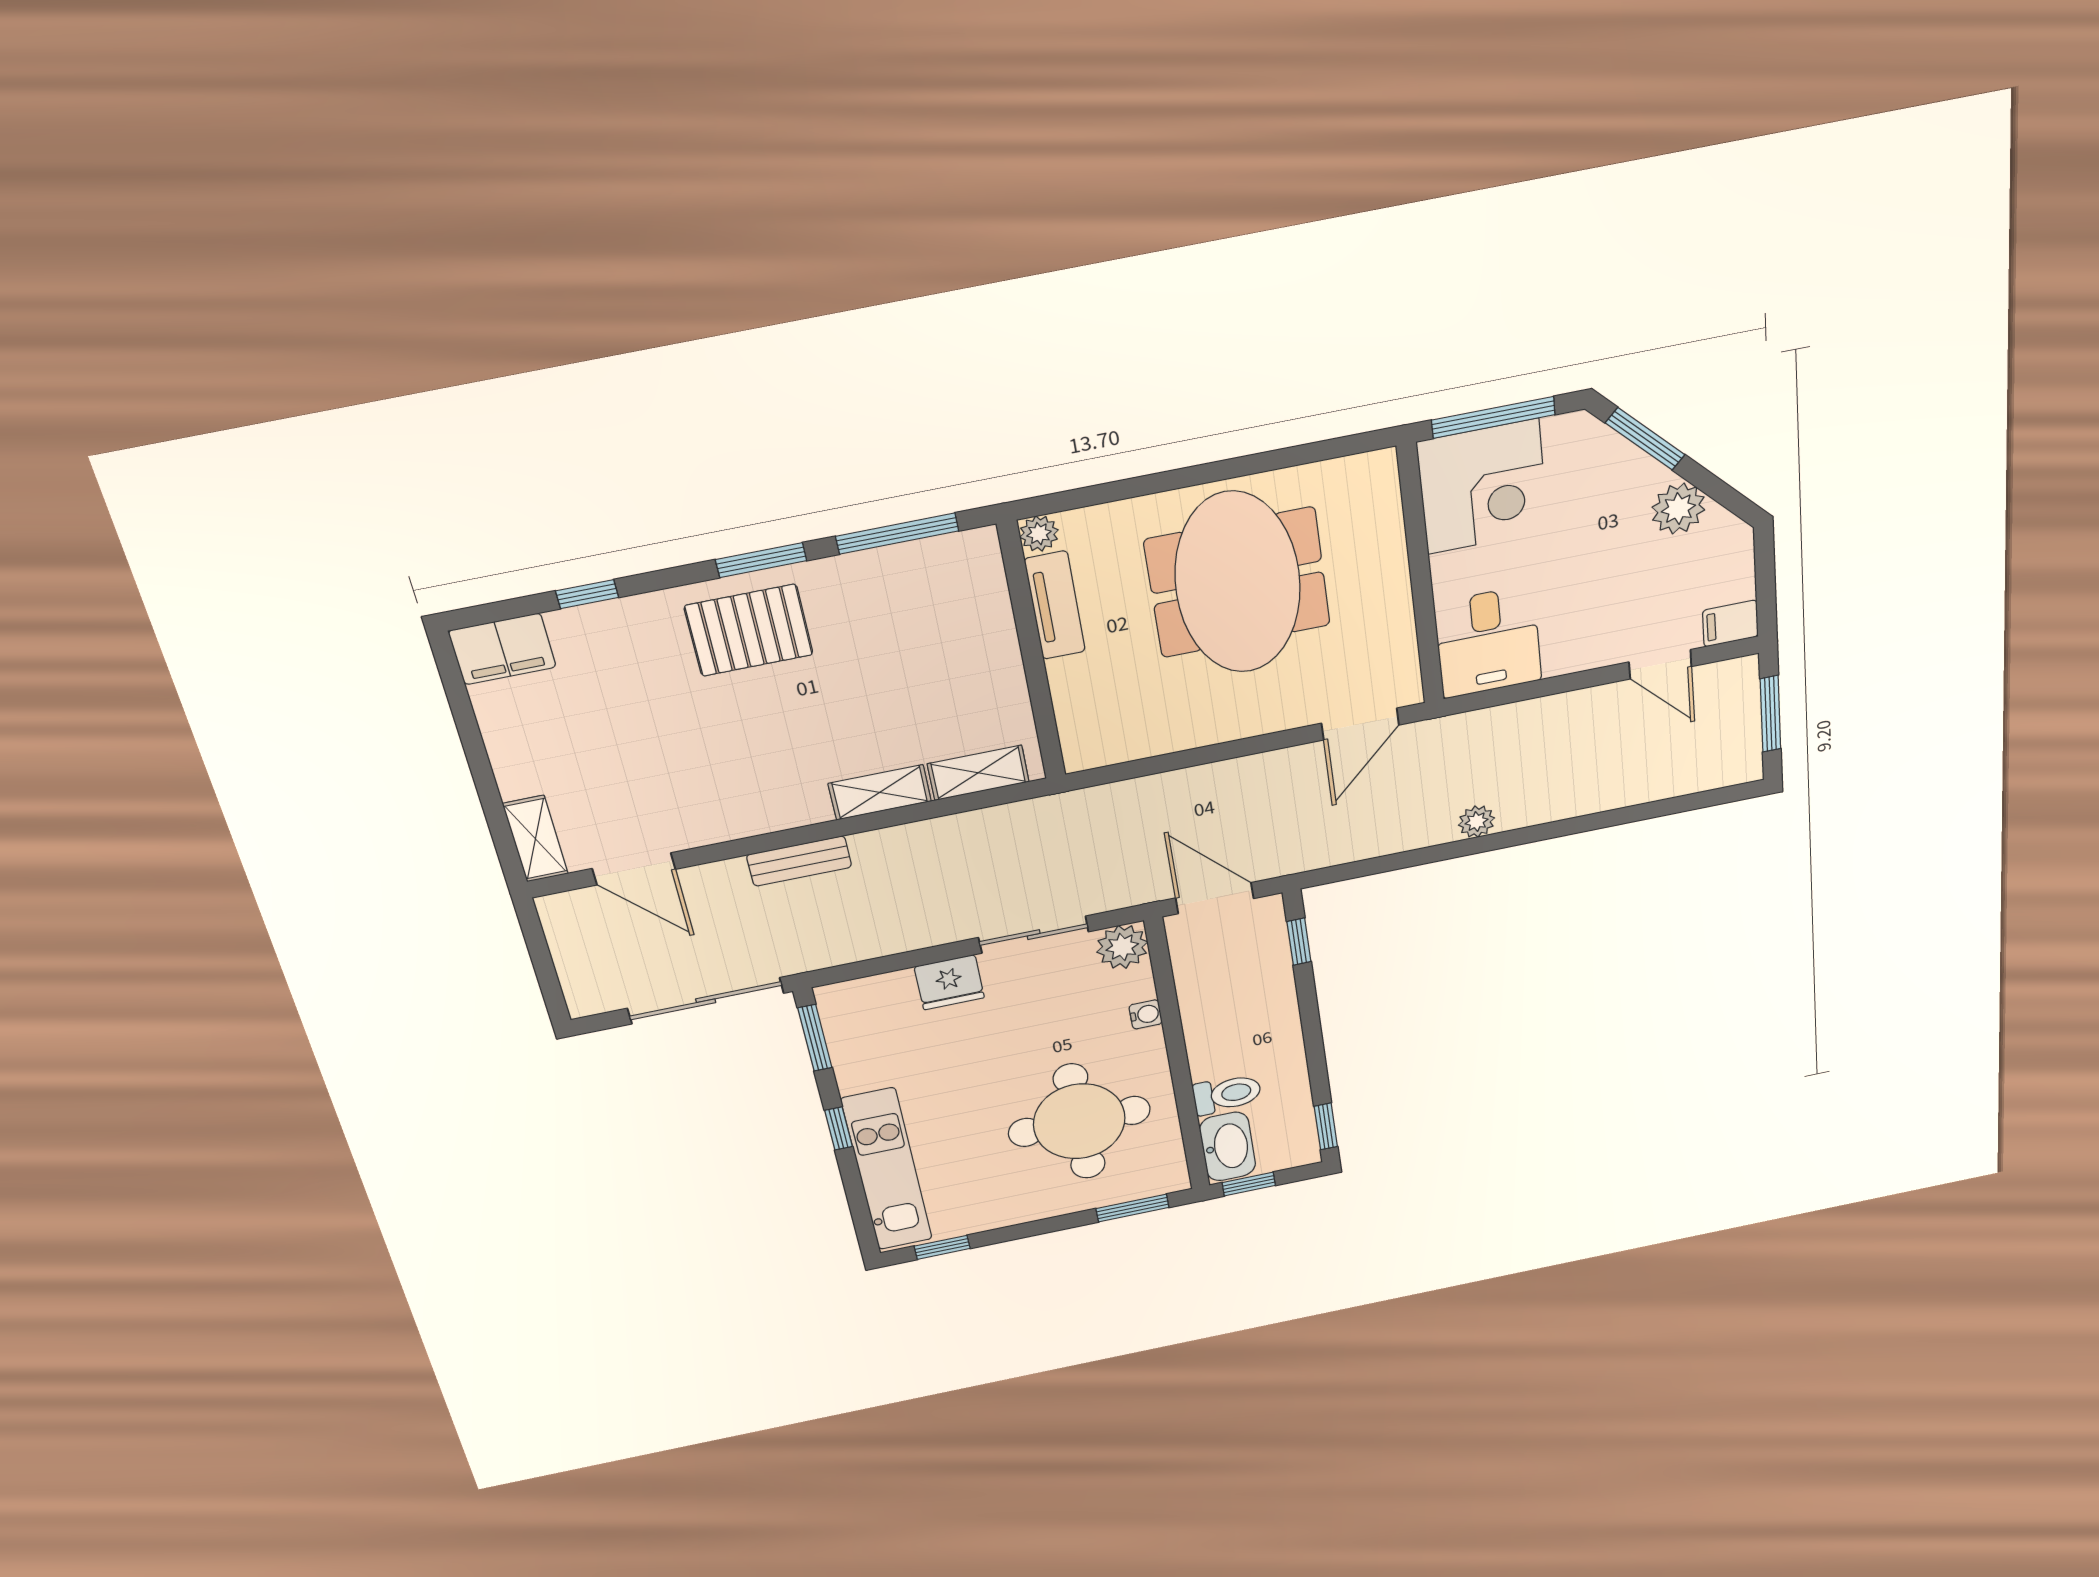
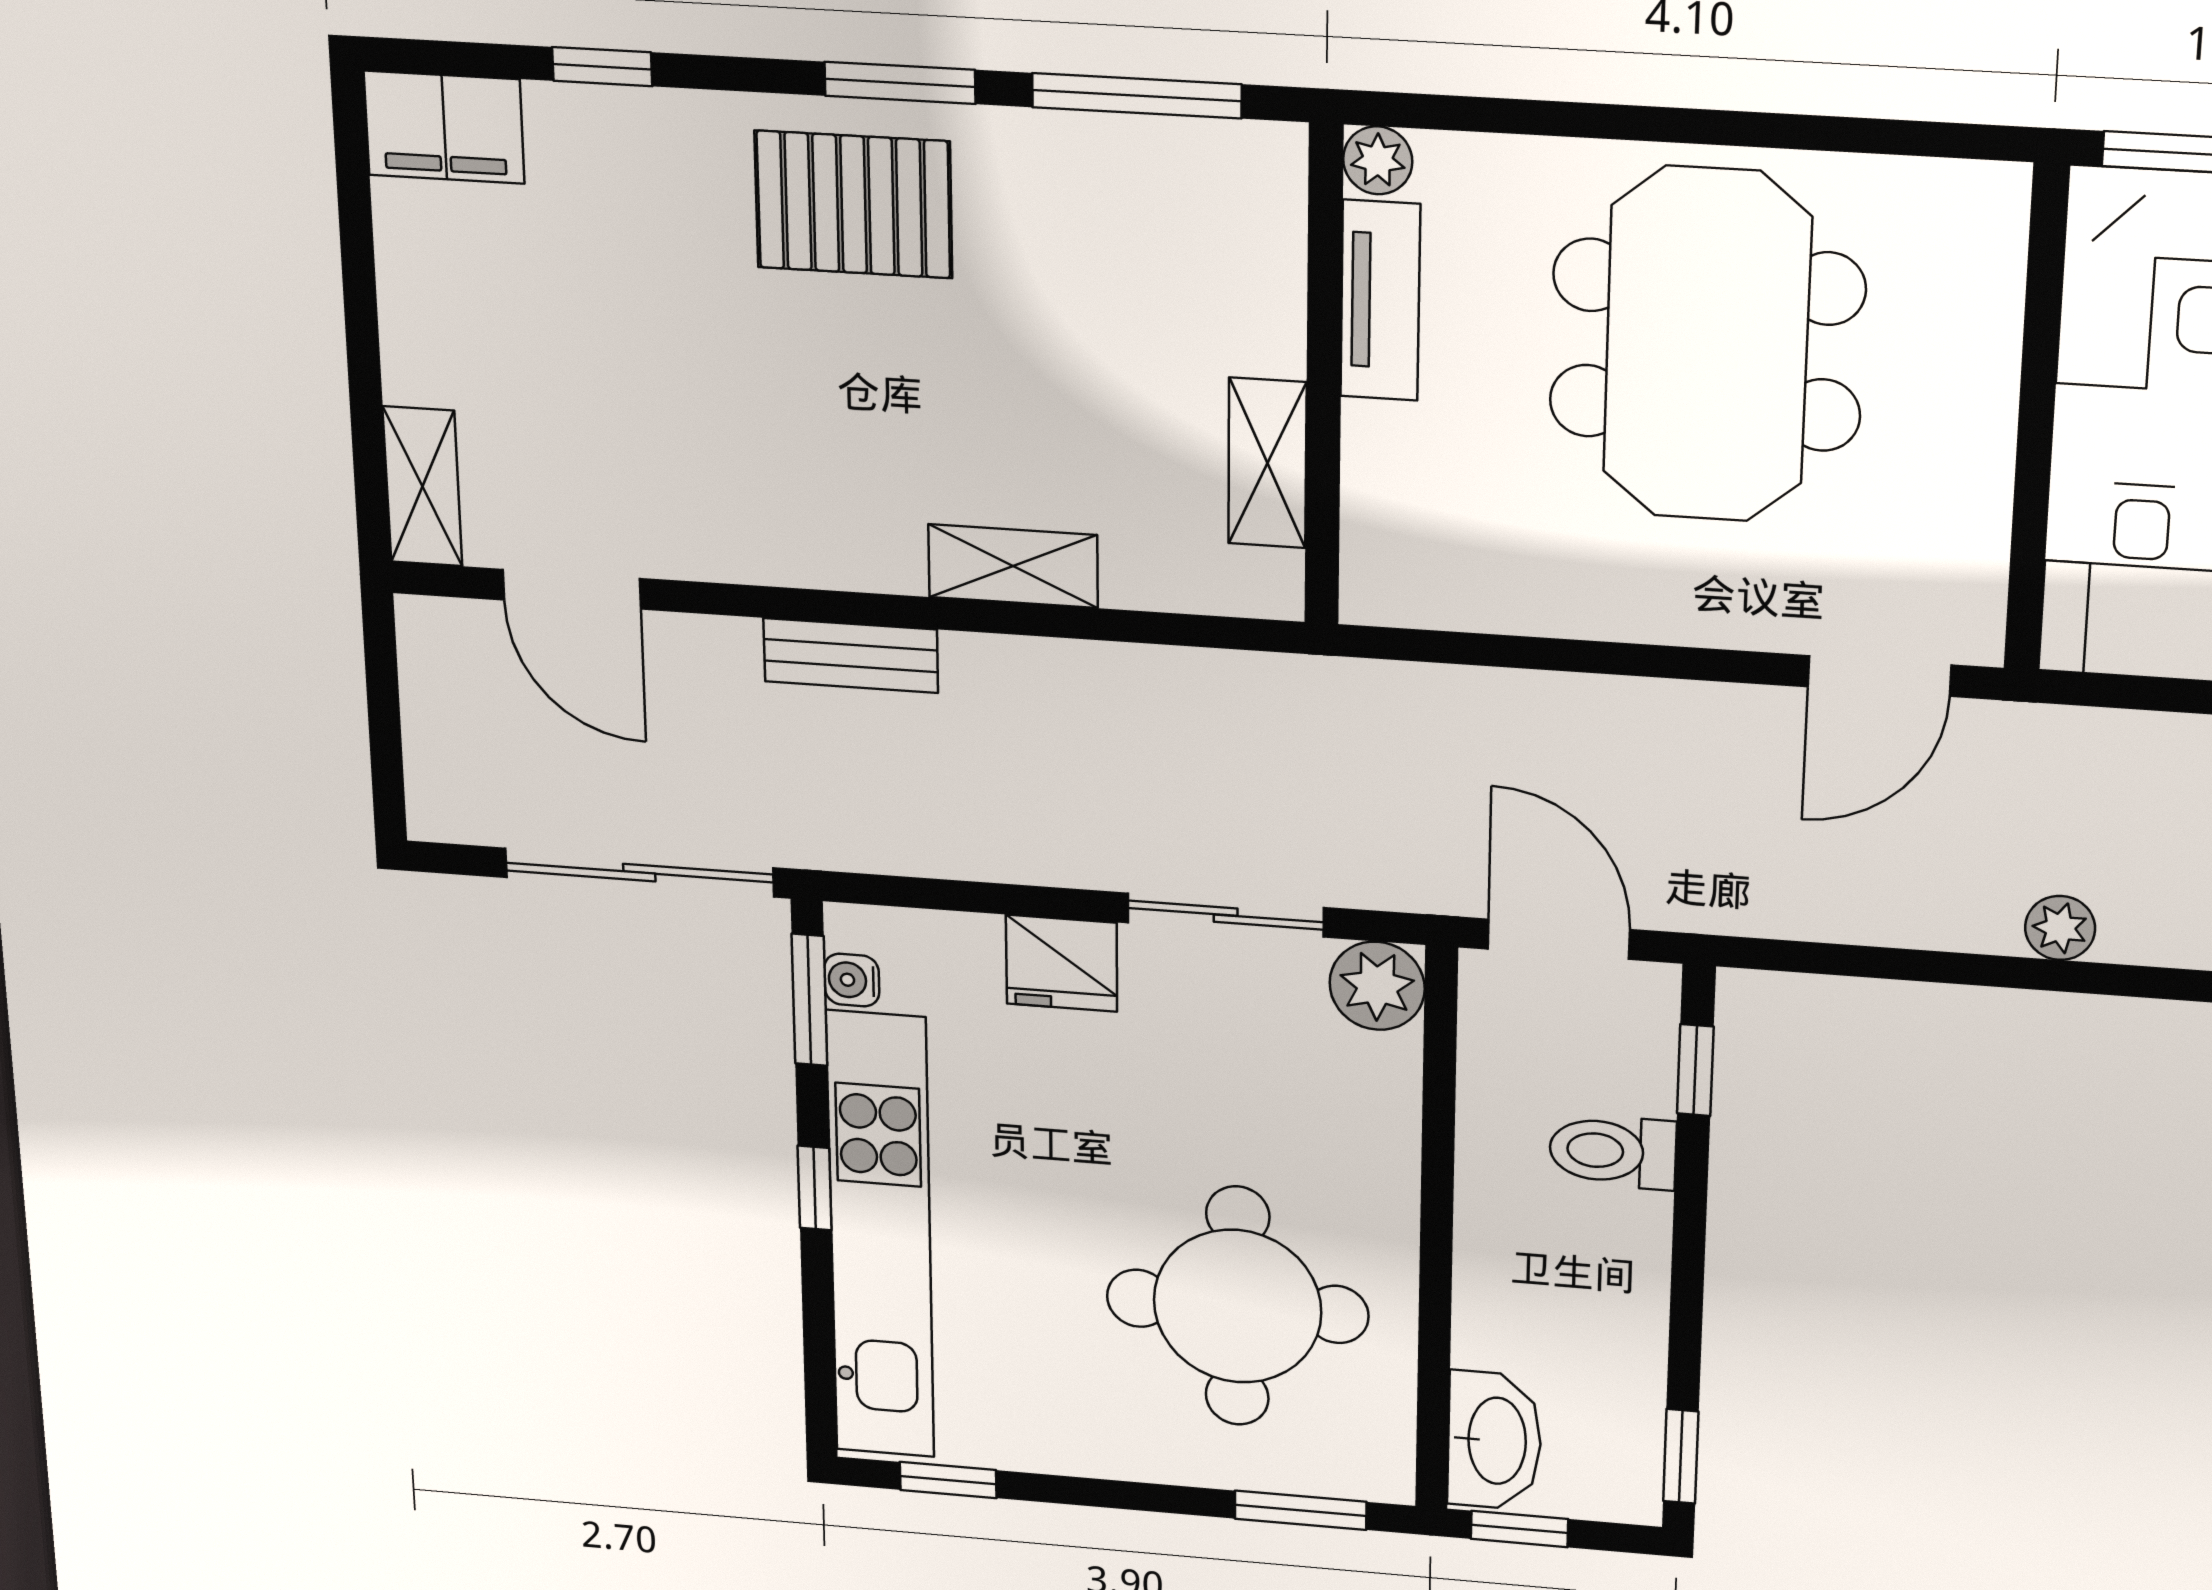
shelving: (978, 773) -> (1267, 463), moved, turned 90
water cooler: (1146, 1014) -> (852, 980), moved, turned 180
toilet: (1227, 1094) -> (1613, 1151), moved, turned 180
kitchen unit: (887, 1170) -> (881, 1237), width x1.36

